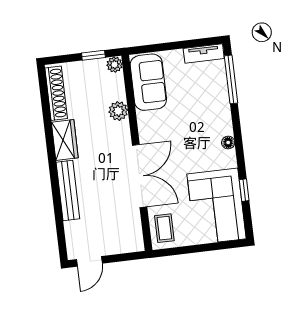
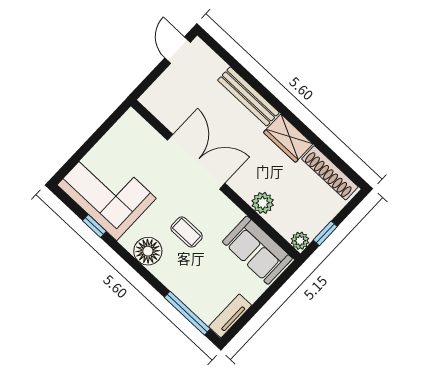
floor lamp: (228, 143) -> (148, 251), width x1.89, depth x1.89
double door: (140, 176) -> (196, 162), swing flipped
coffee table: (164, 228) -> (187, 232), moved

